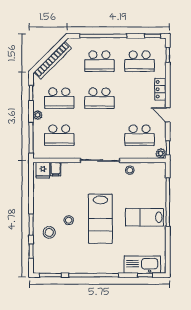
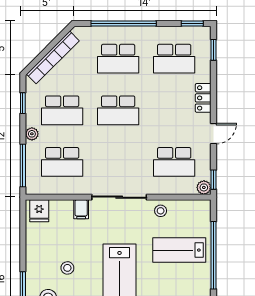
door: (168, 115) -> (213, 134), swing flipped
filing cabinet: (56, 169) -> (81, 209), moved
lab bench: (144, 217) -> (179, 250), moved
stool: (69, 220) -> (67, 268), moved

